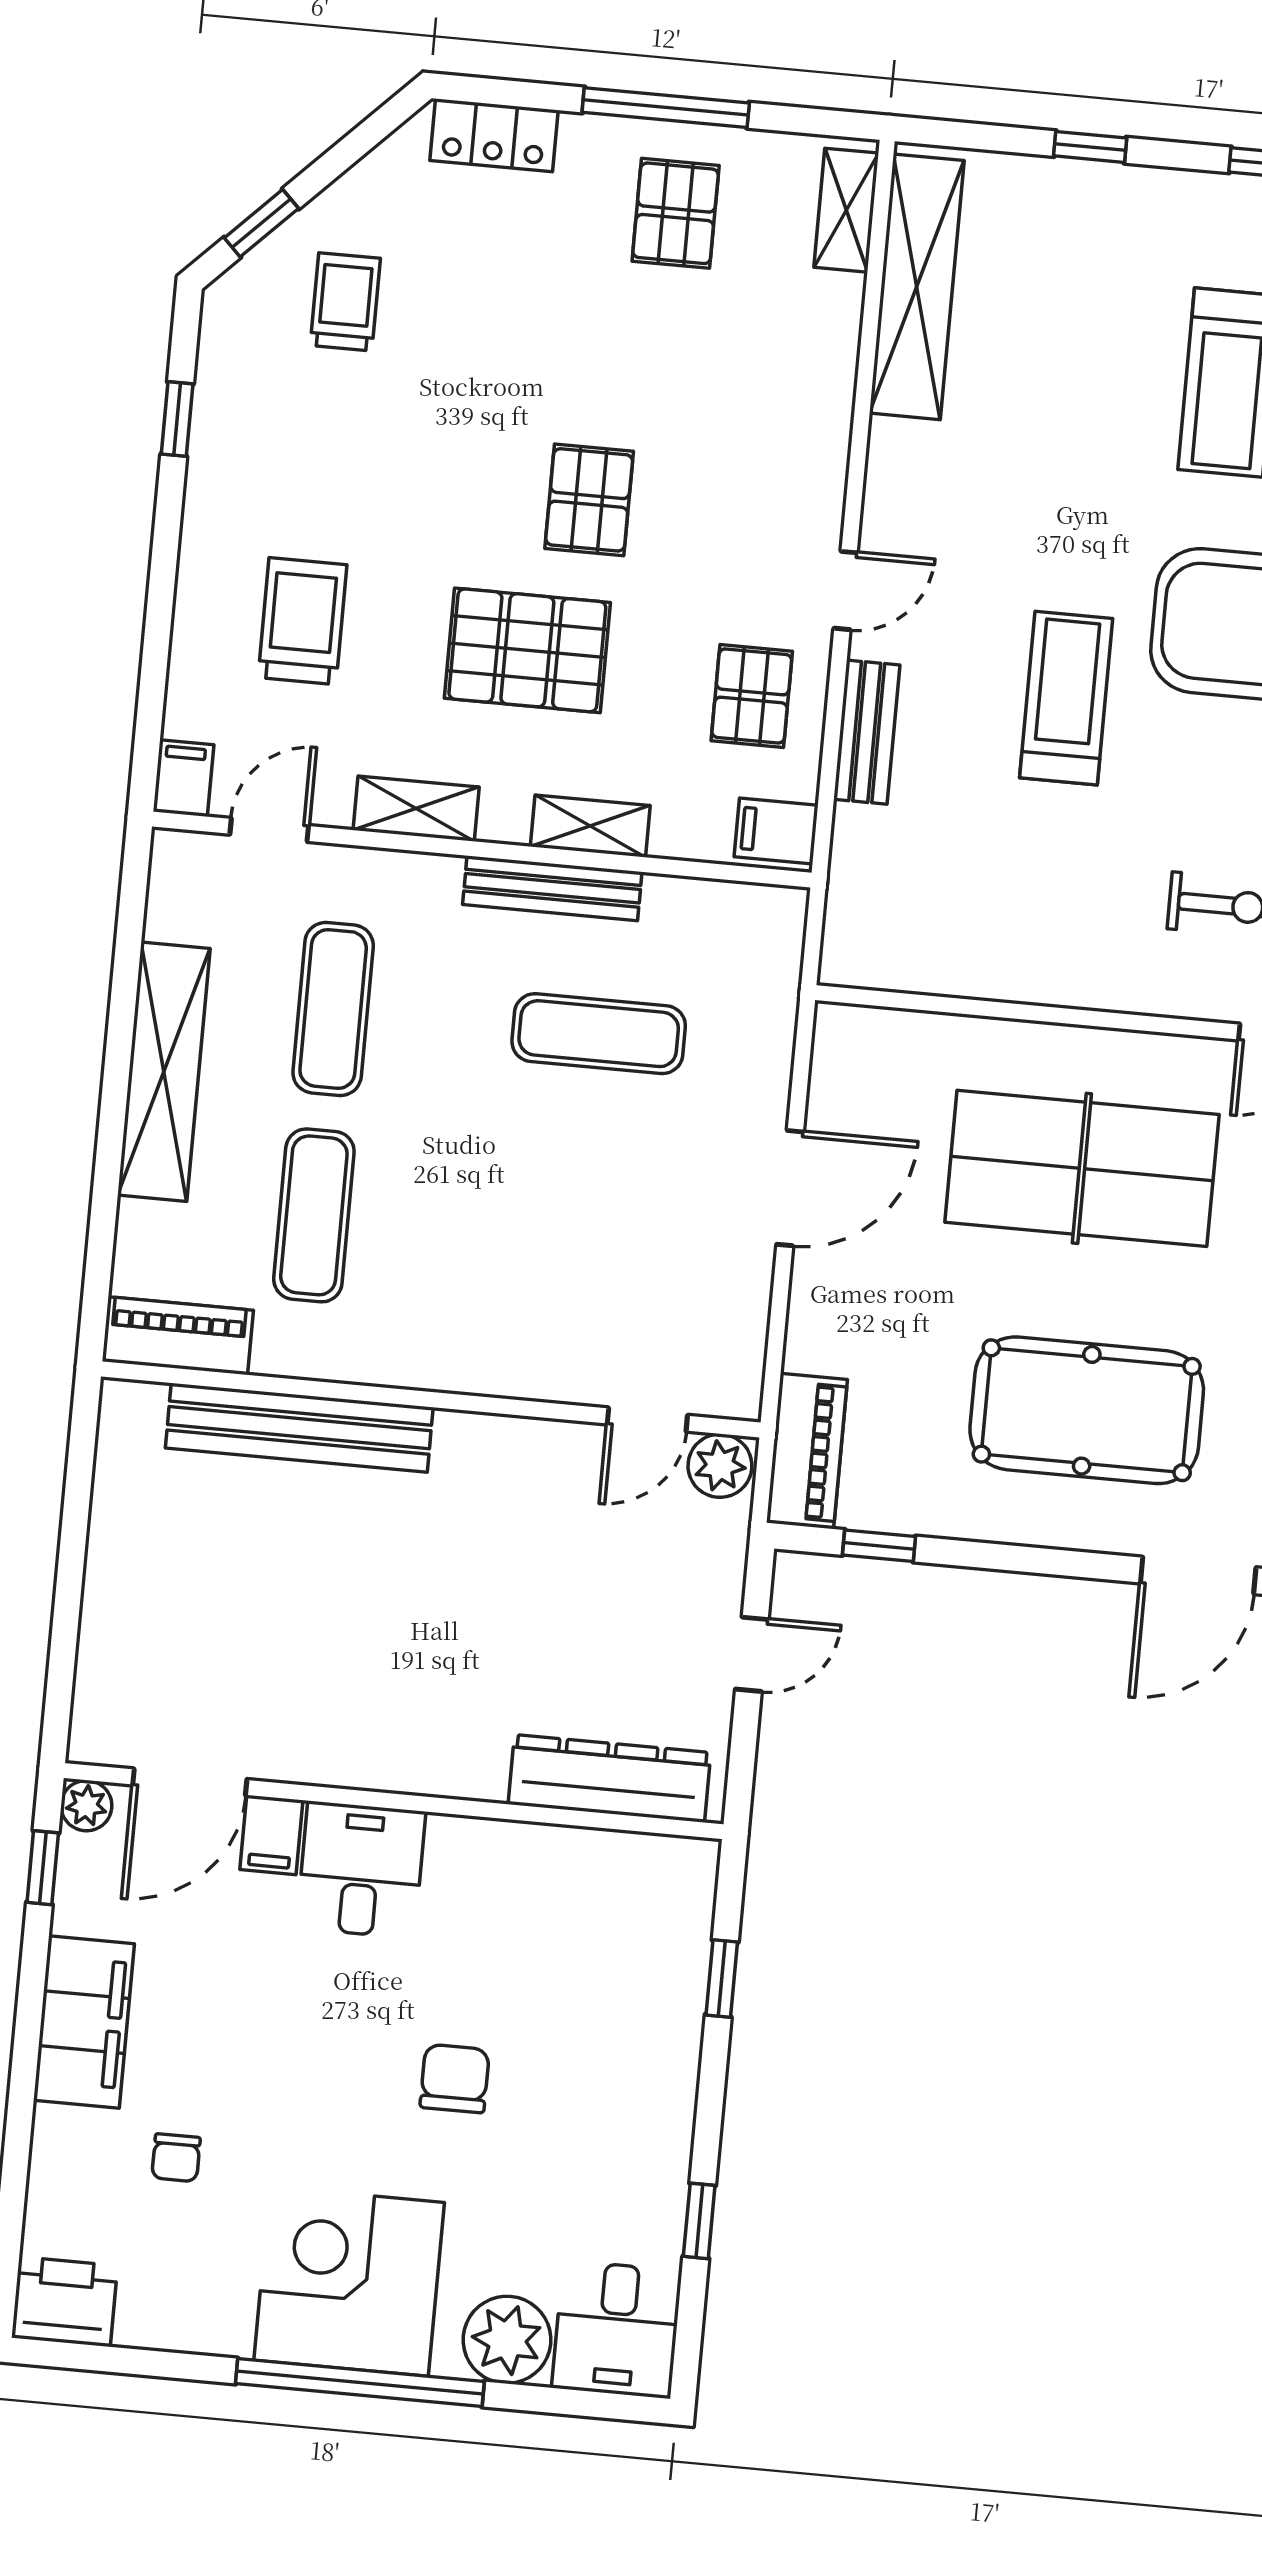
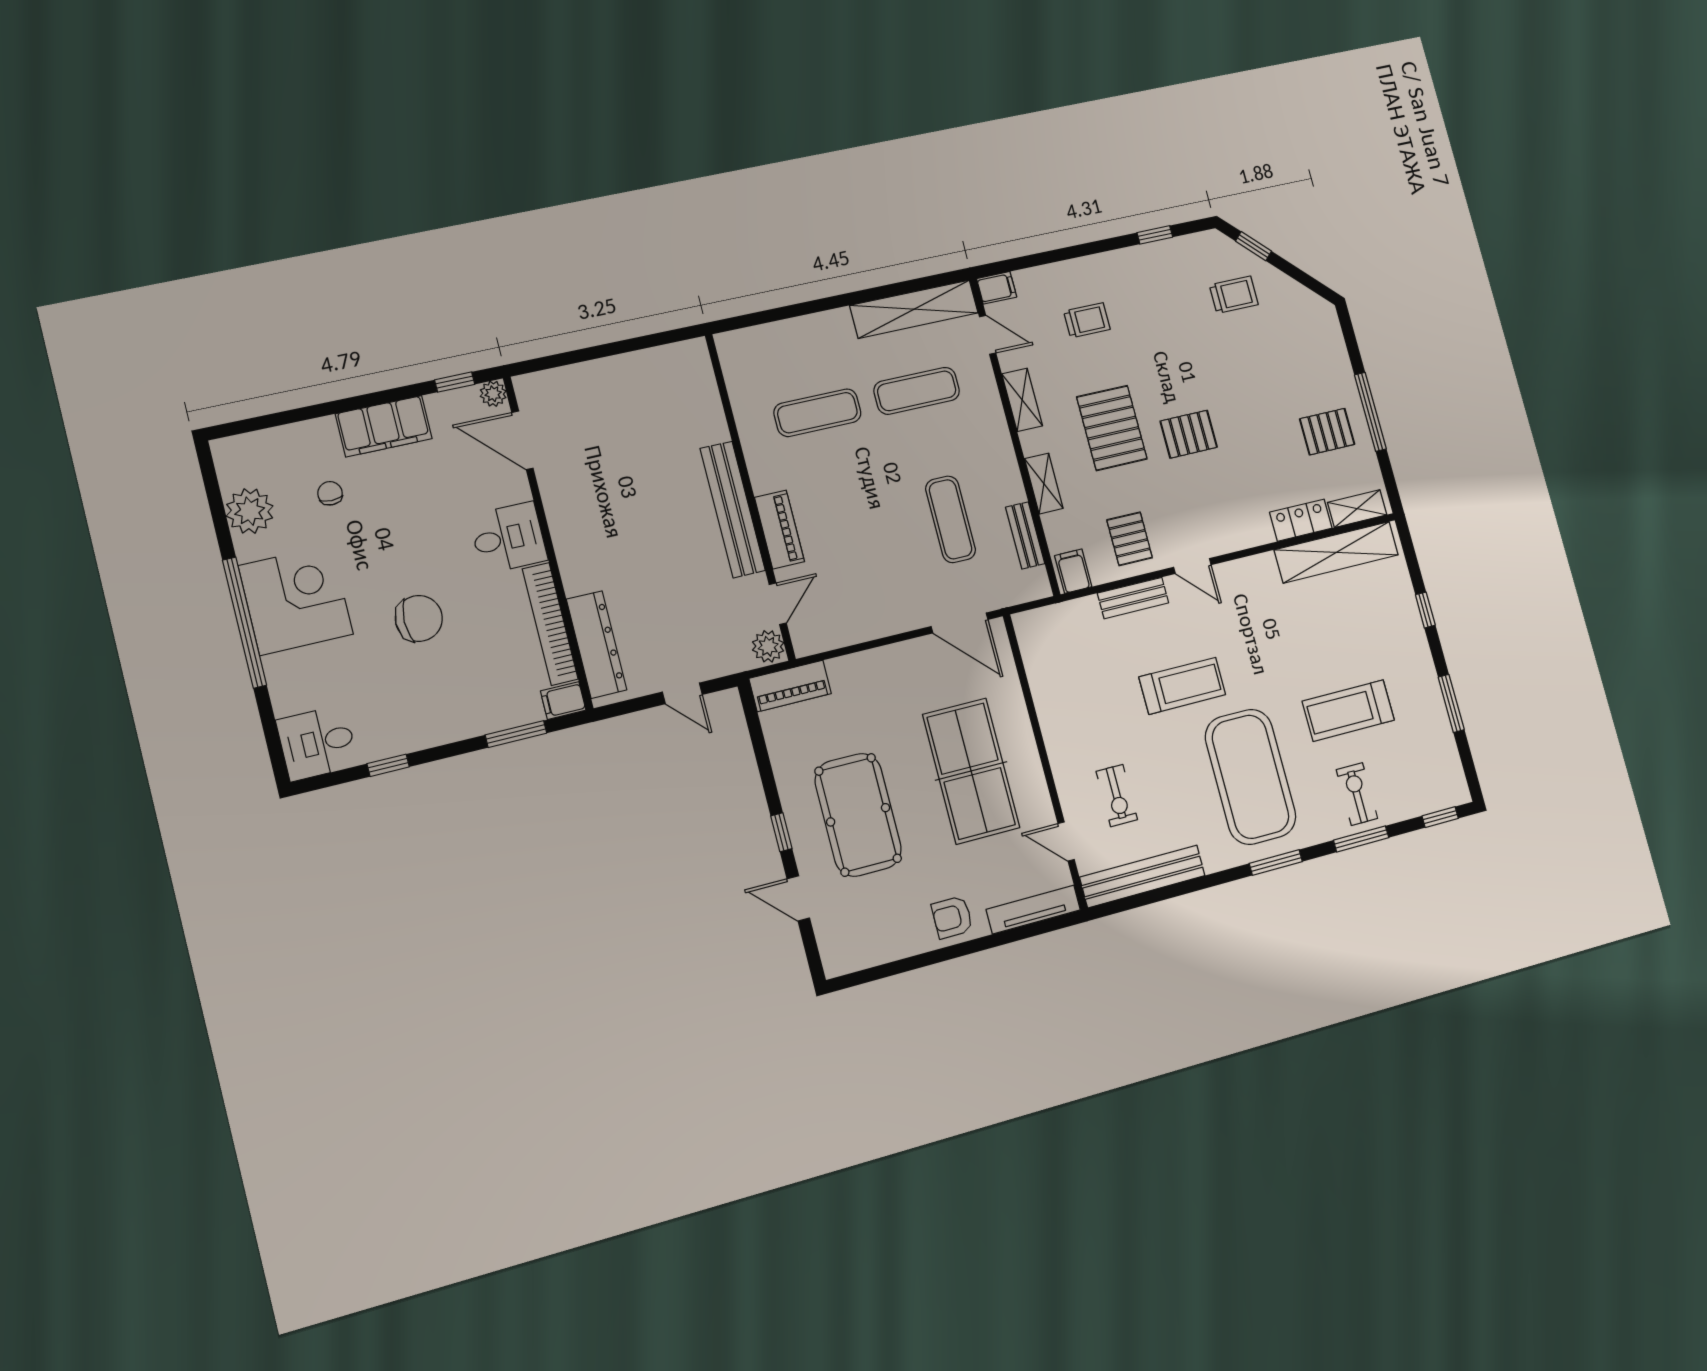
locker: (494, 135) -> (1301, 520), moved, turned 90
trolley: (303, 621) -> (1087, 320), width x0.73, depth x0.72
pallet: (752, 696) -> (1130, 539), turned 90
bench: (552, 888) -> (1025, 535), moved, width x0.73
shelving: (164, 1072) -> (914, 309), moved
door: (790, 1188) -> (960, 623), moved
piano: (178, 1336) -> (779, 530), moved
door: (647, 1420) -> (778, 604), swing flipped
bench: (299, 1428) -> (733, 509), moved
window: (879, 1546) -> (781, 832), moved
door: (1198, 1575) -> (798, 898), width x0.73
filing cabinet: (271, 1835) -> (563, 701), moved
bookcase: (544, 1849) -> (550, 624), added
window: (722, 1978) -> (516, 734), width x1.50
chair: (455, 2079) -> (419, 618), width x1.37, depth x1.37
chair: (176, 2158) -> (330, 493), turned 90
printer: (65, 2302) -> (236, 461), removed
plant: (507, 2340) -> (250, 511), moved

